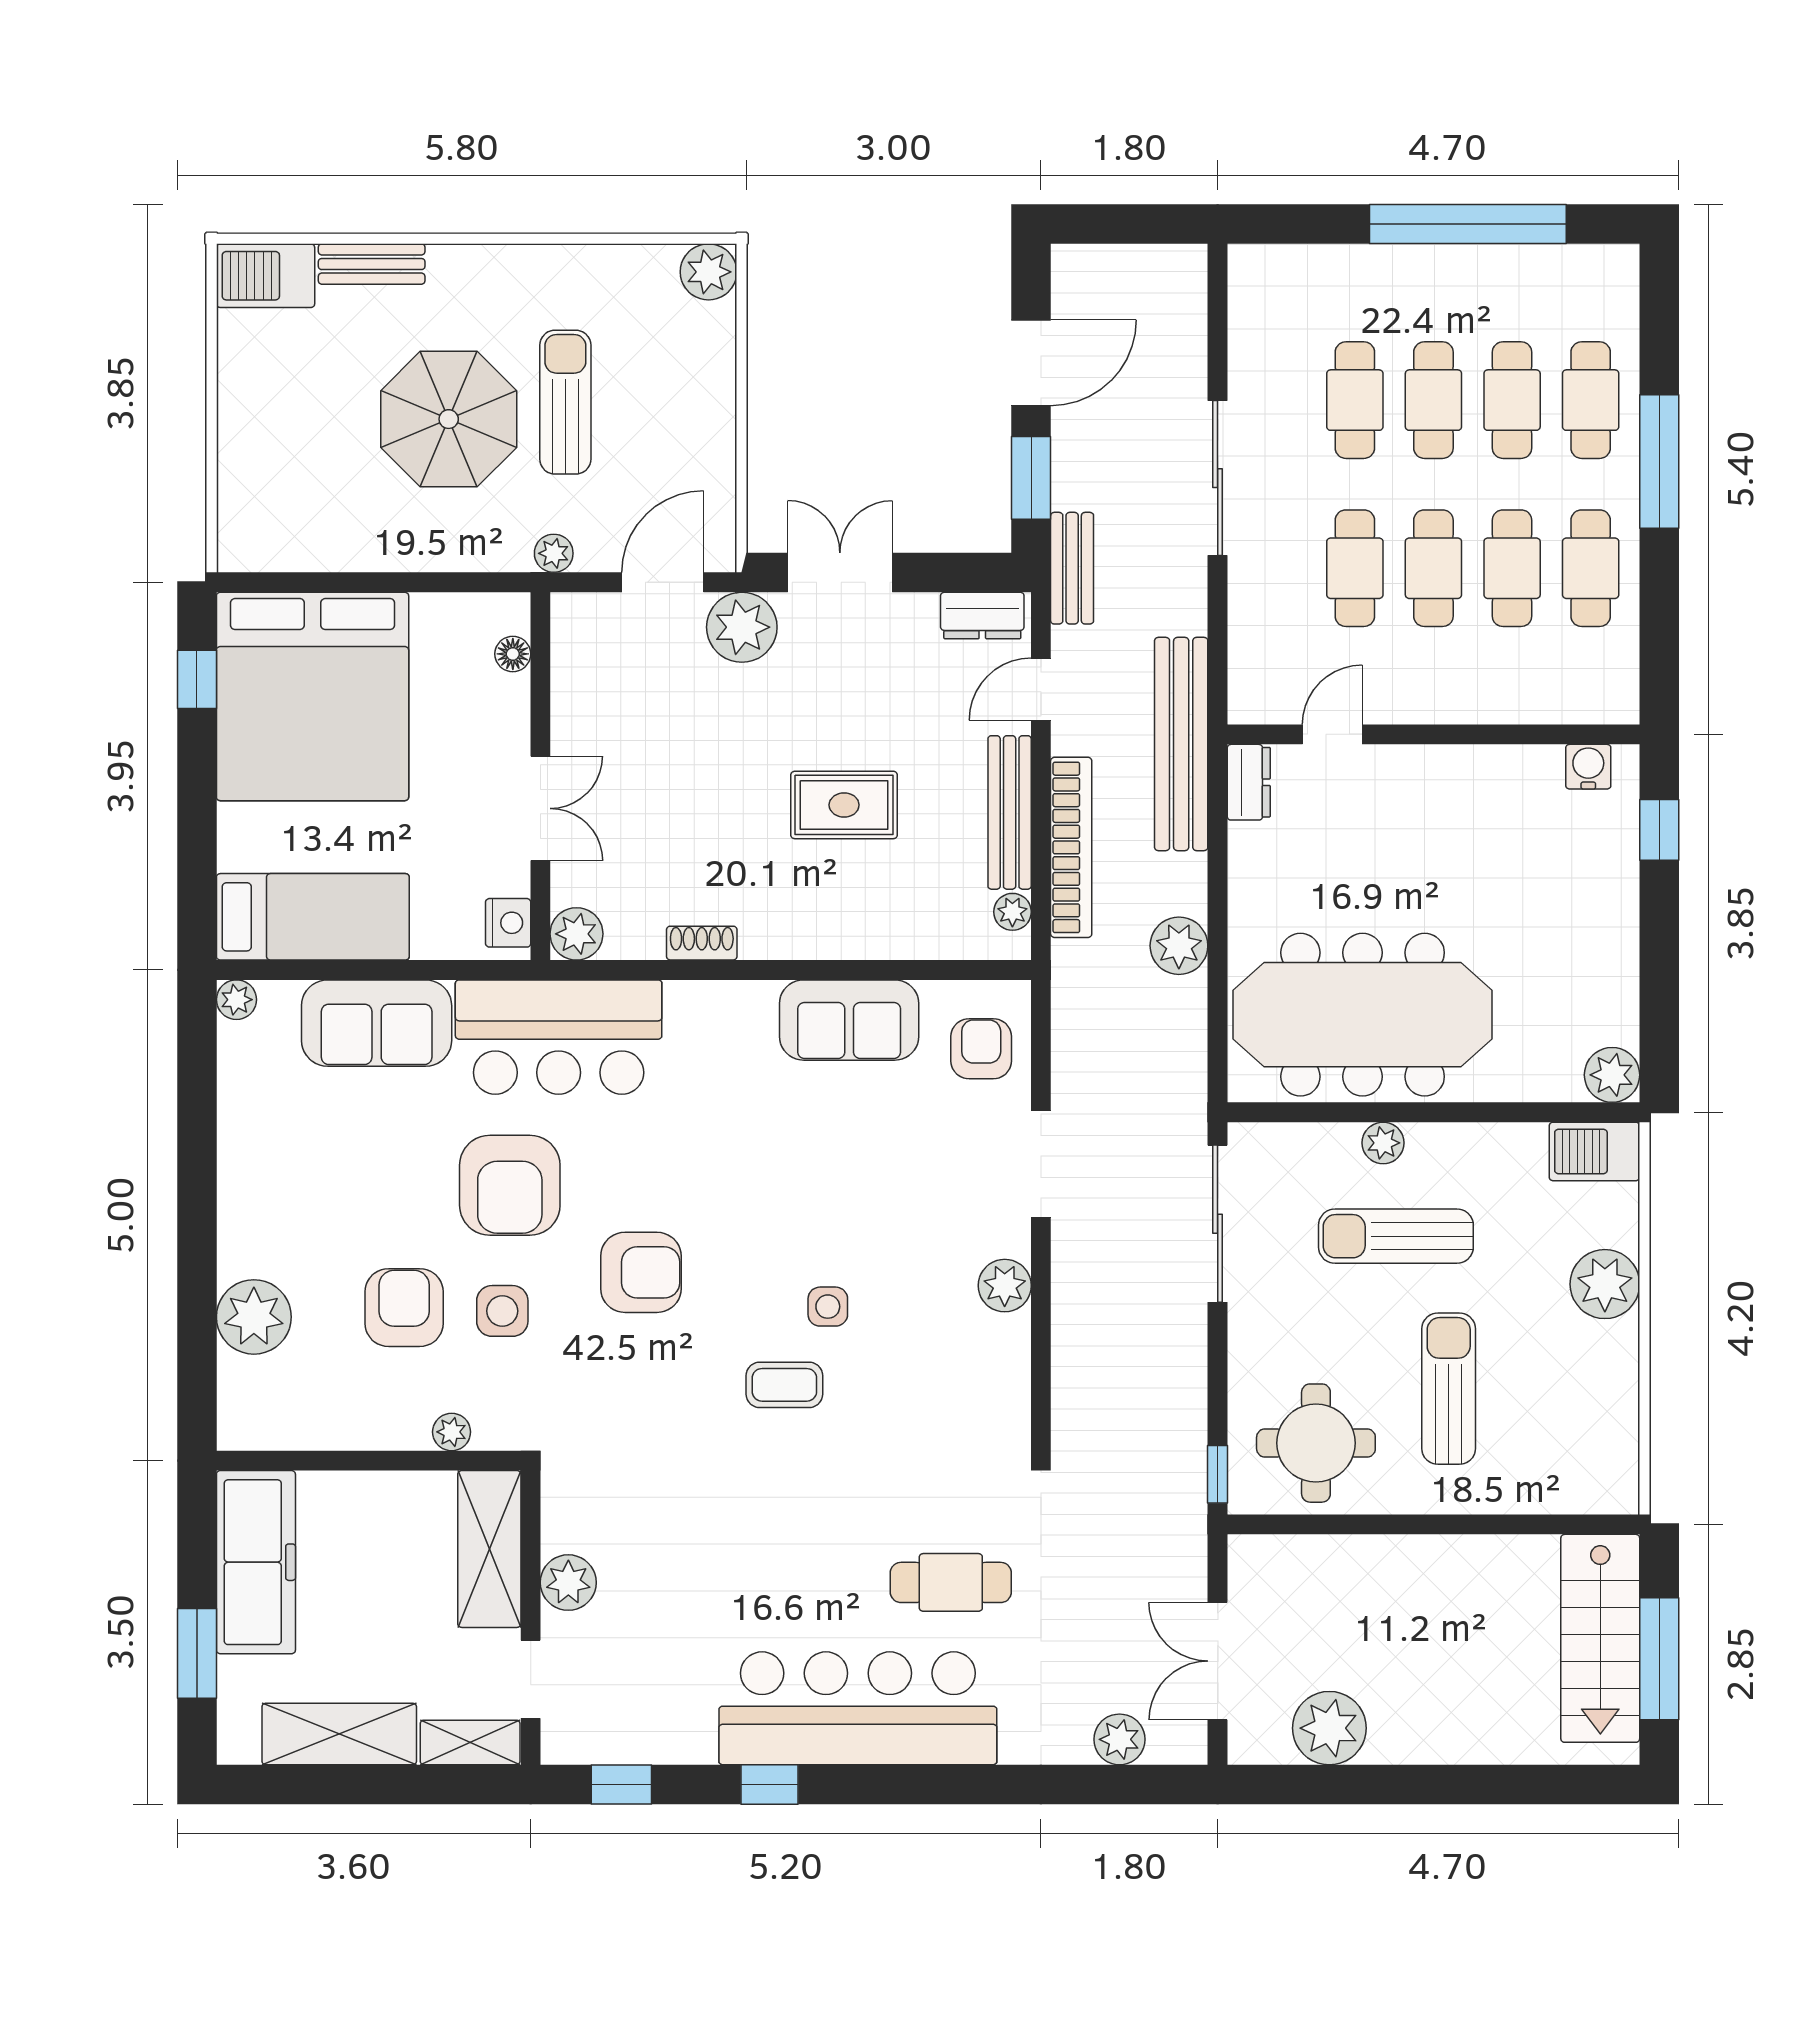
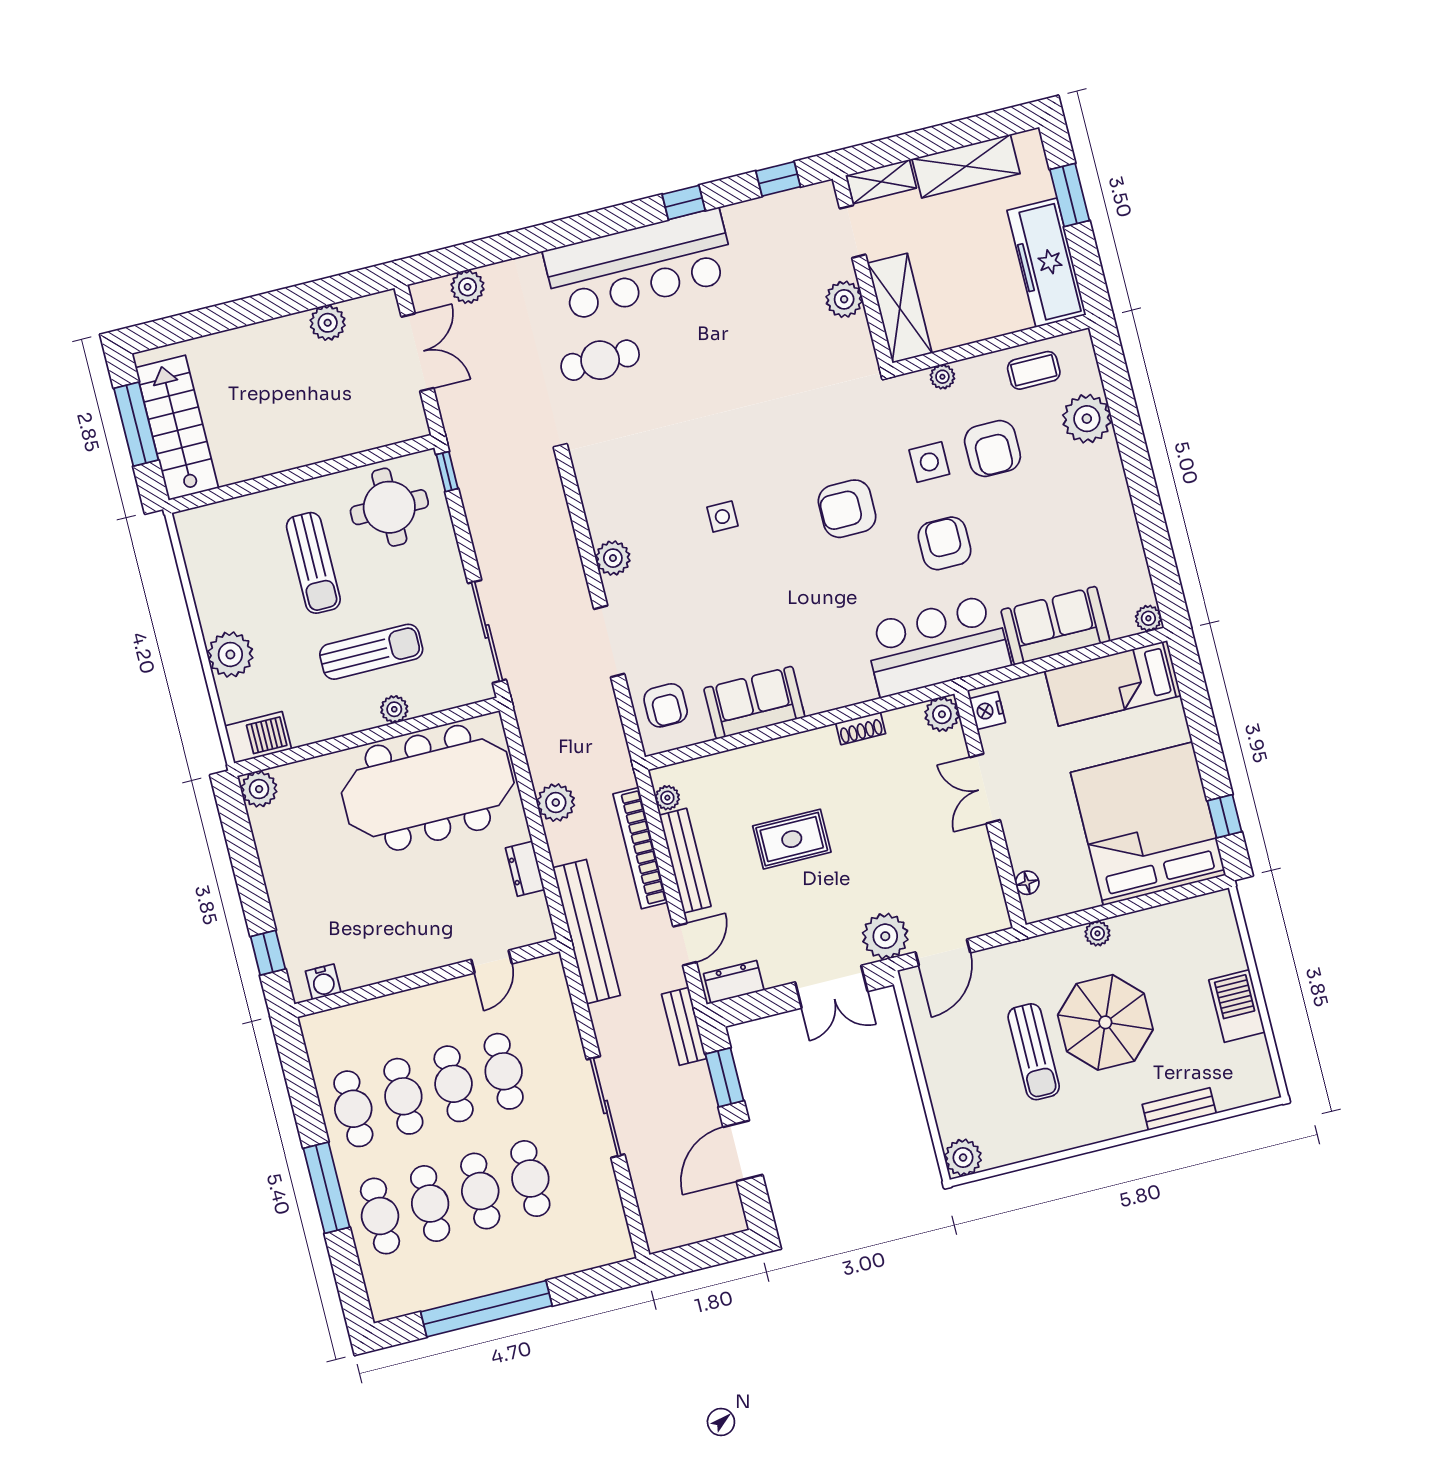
barbecue: (266, 276) -> (1237, 1006), moved, turned -90
plant: (554, 553) -> (1097, 933), moved
dresser: (1249, 782) -> (525, 869), moved
armchair: (510, 1185) -> (945, 543), width x0.73, depth x0.73
coffee table: (784, 1385) -> (1034, 370), moved
plant: (1329, 1728) -> (328, 323), width x0.73, depth x0.73

